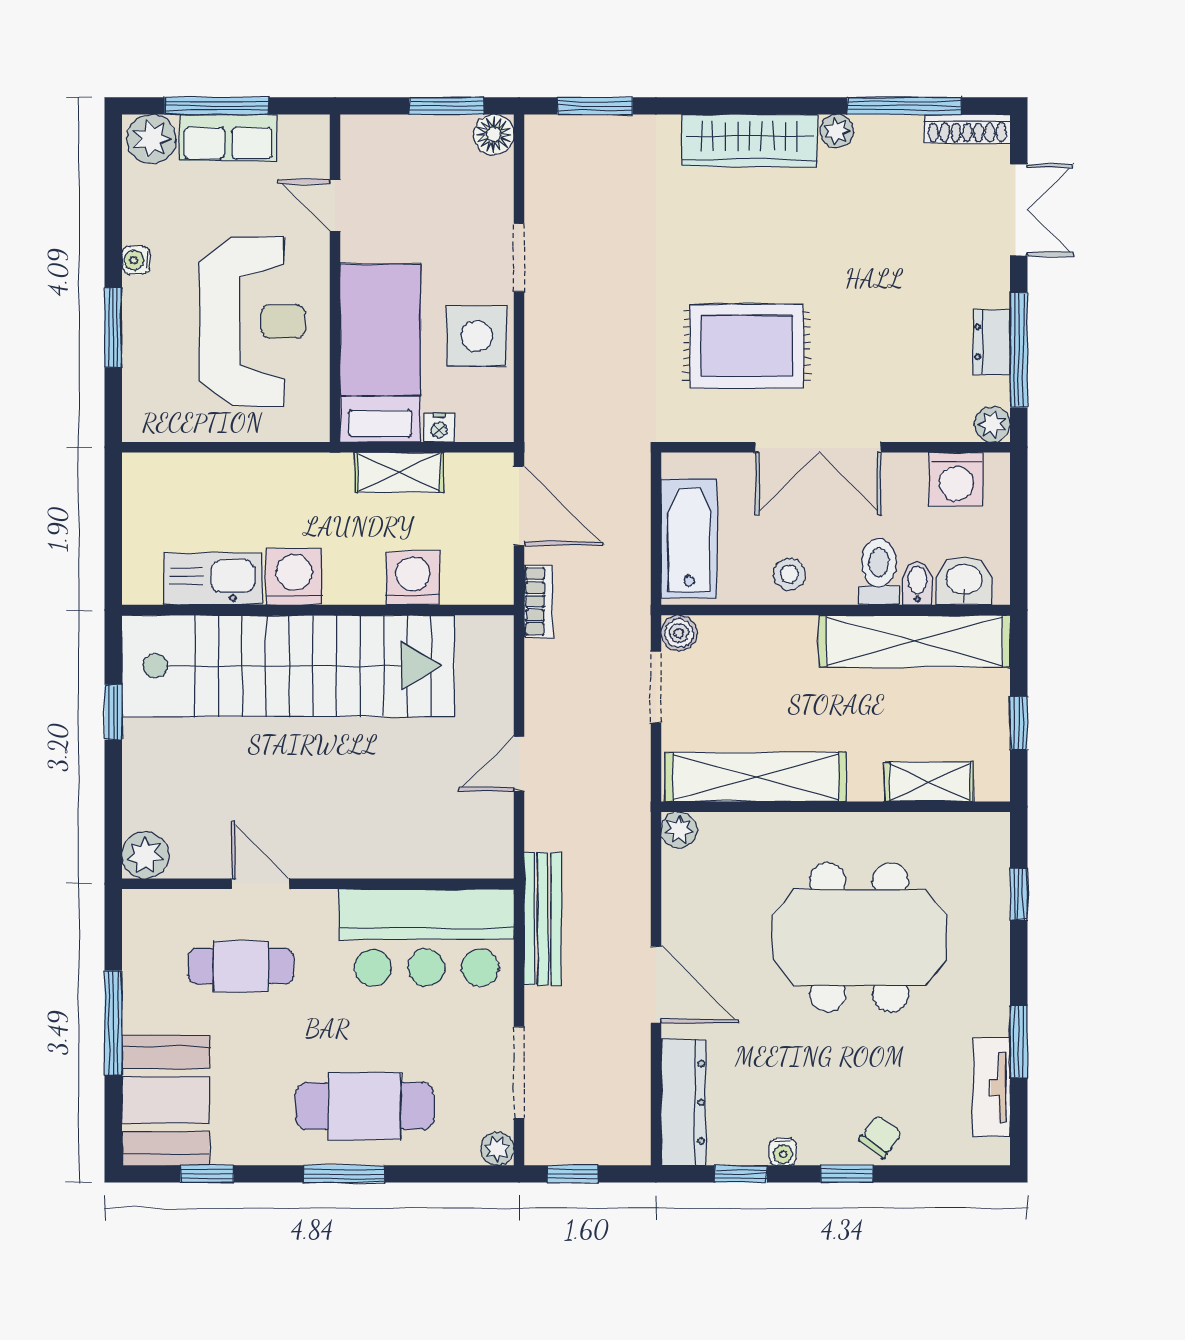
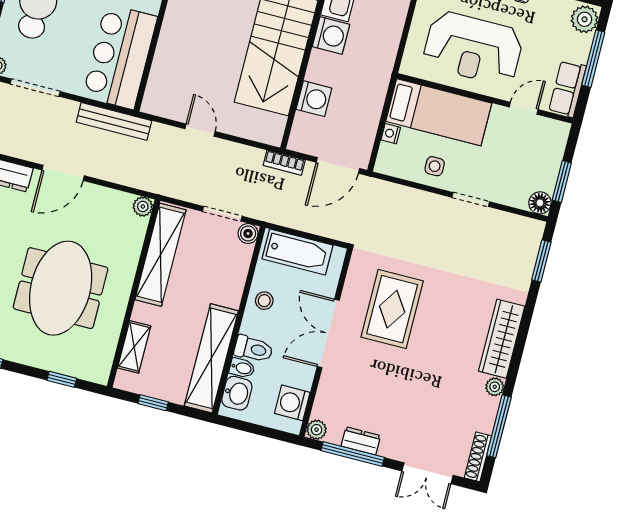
row of seats: (228, 138) -> (567, 89), moved
side table: (477, 336) -> (435, 166), width x0.54, depth x0.54
shelving: (399, 472) -> (372, 106), removed

